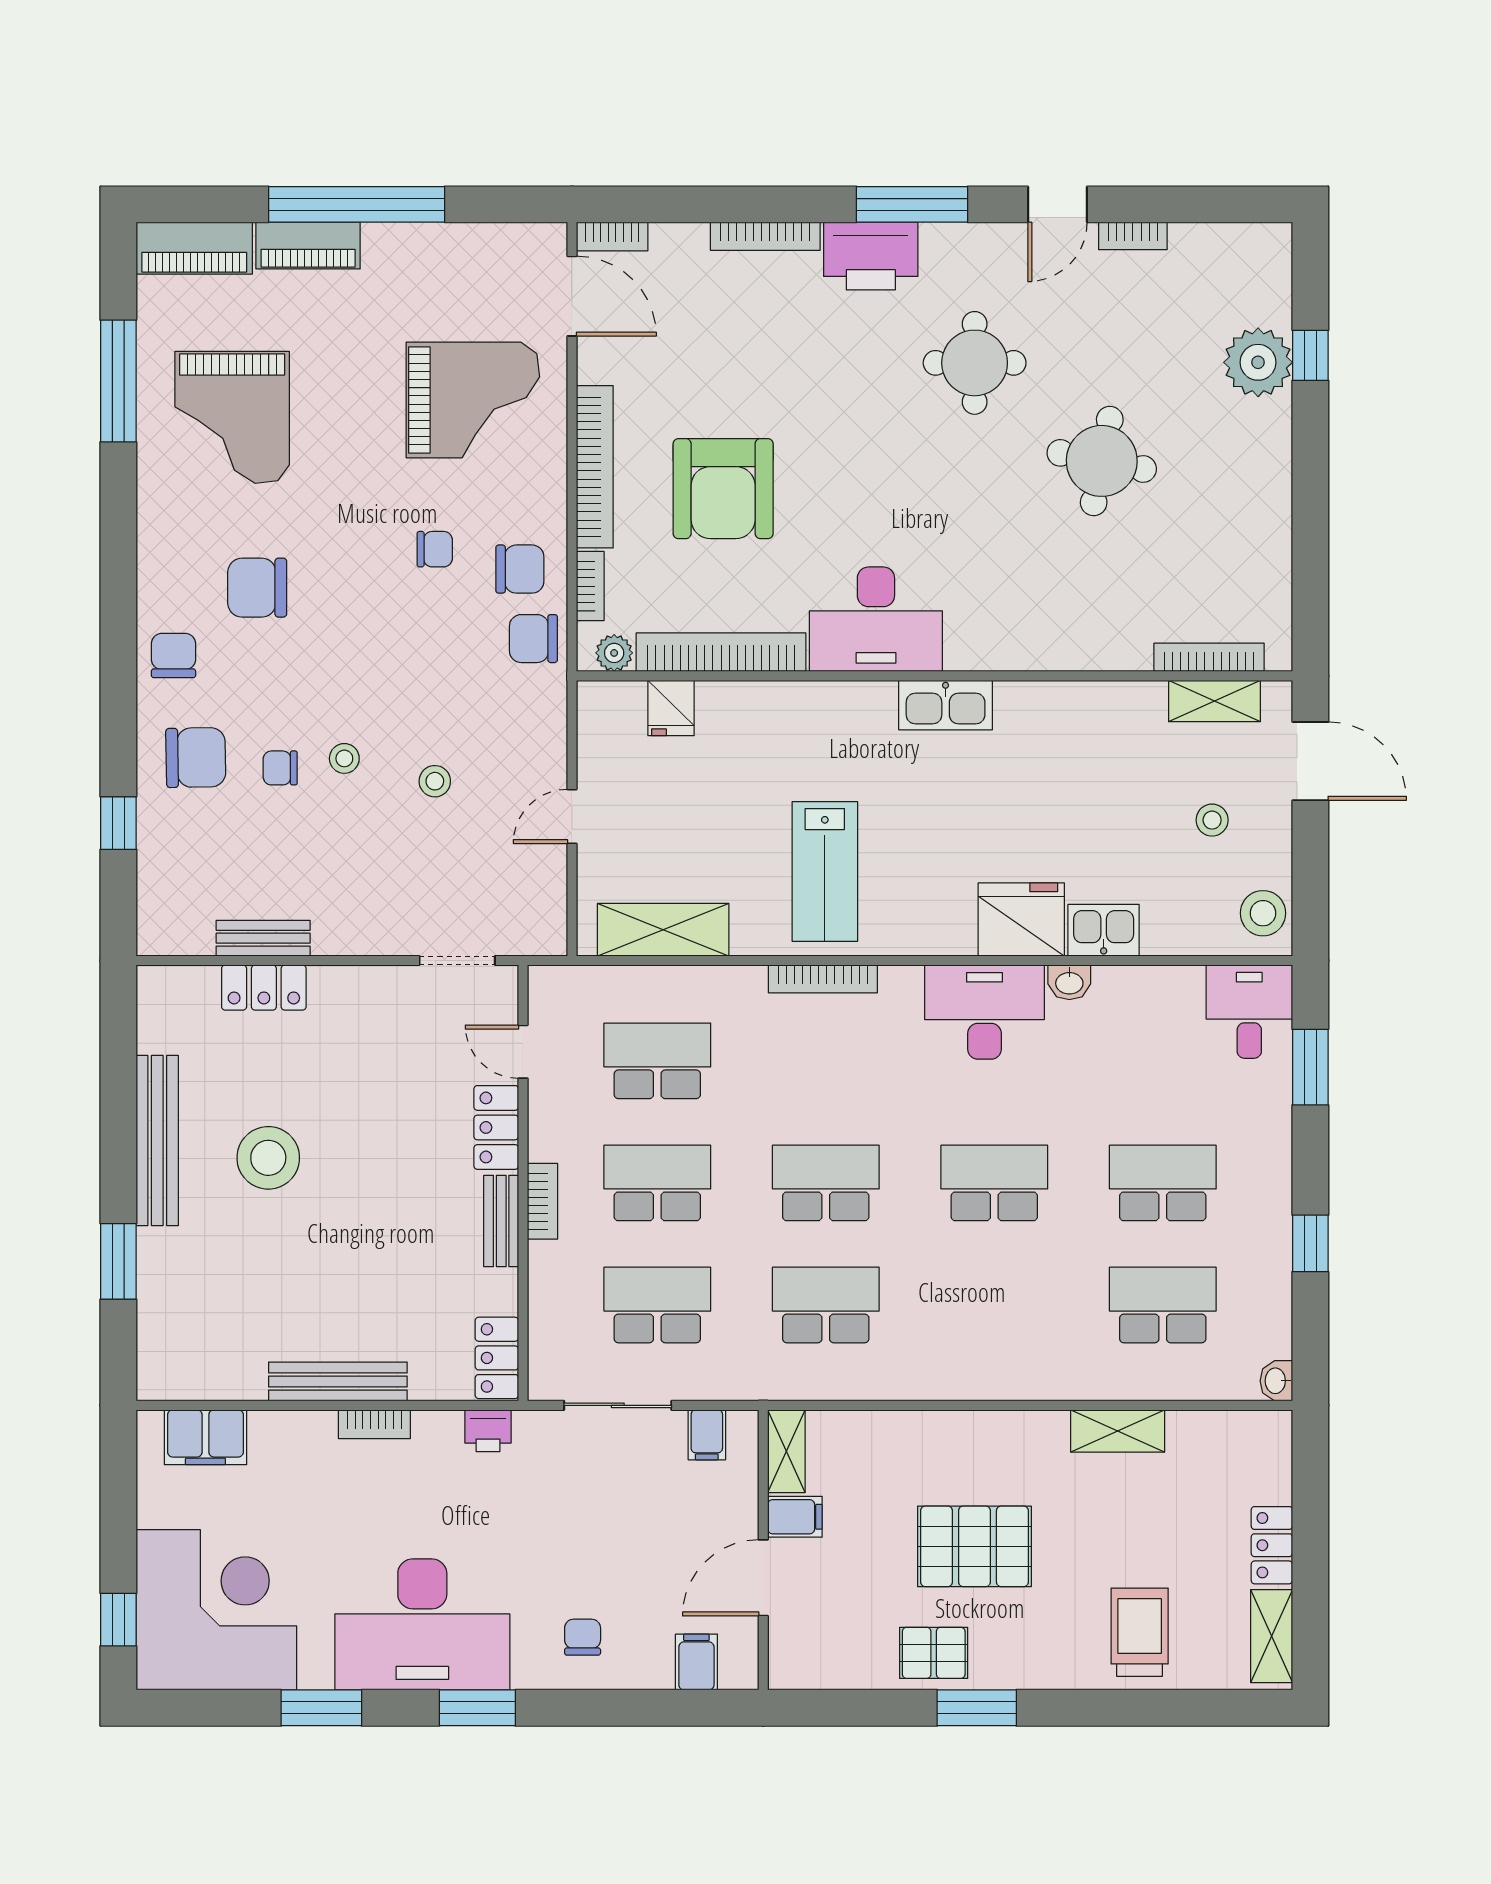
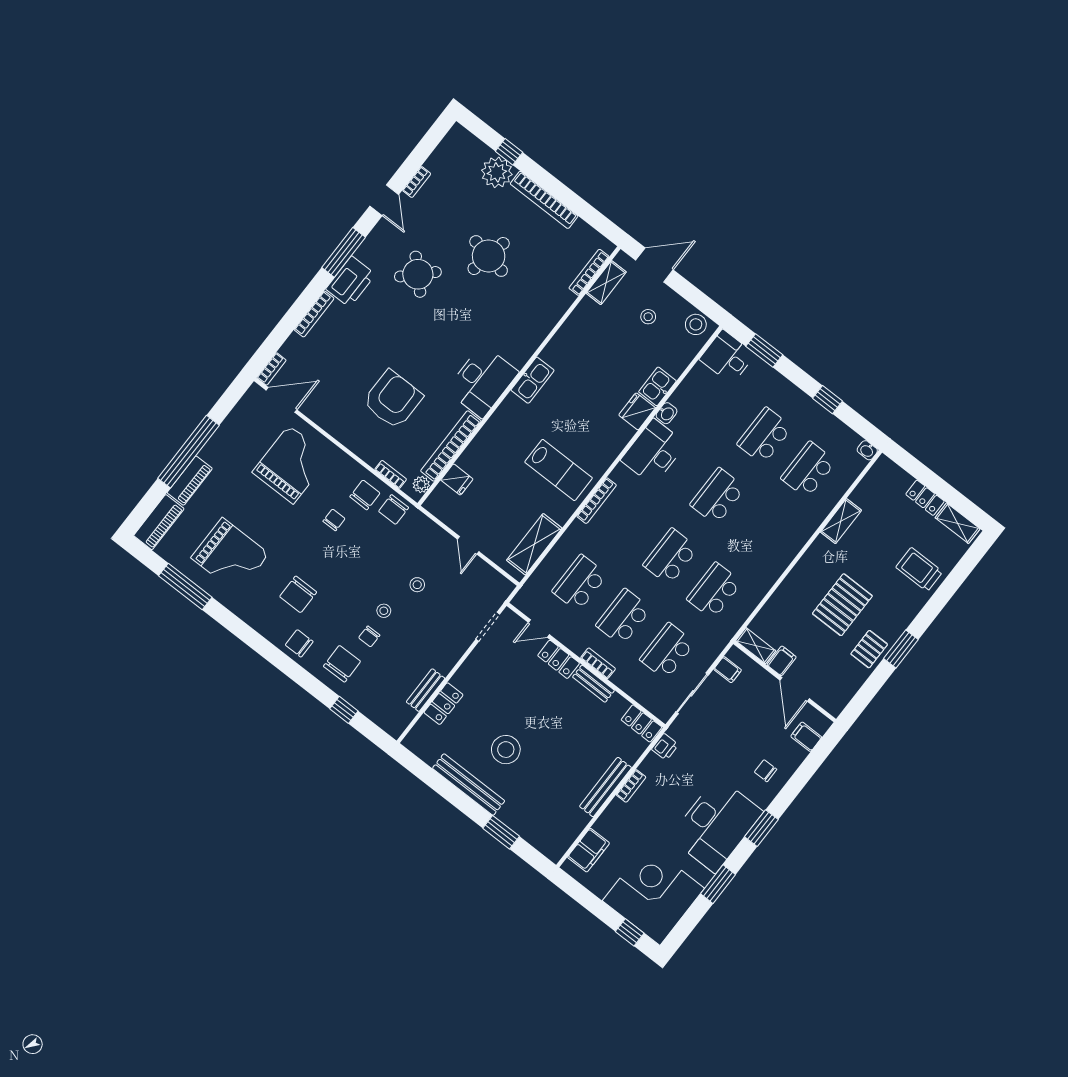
round table: (975, 363) -> (418, 274), turned 45
bookcase: (595, 467) -> (544, 200), moved, turned 180
armchair: (723, 489) -> (393, 400), turned -90
fridge: (1021, 920) -> (637, 411), width x0.73, depth x0.75

